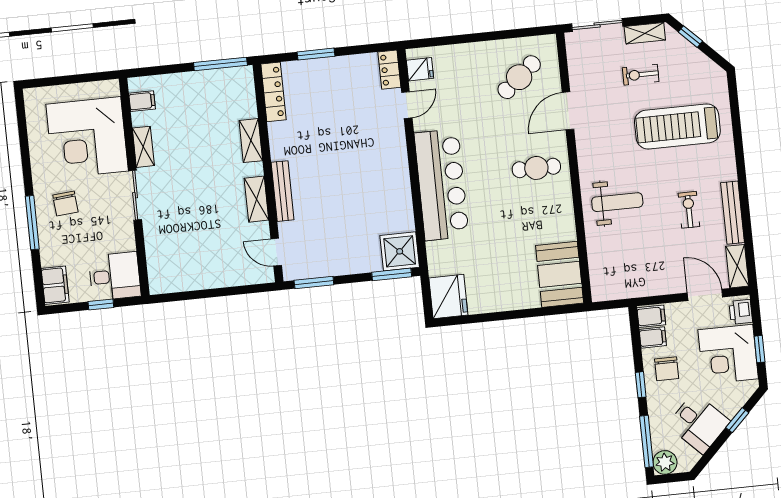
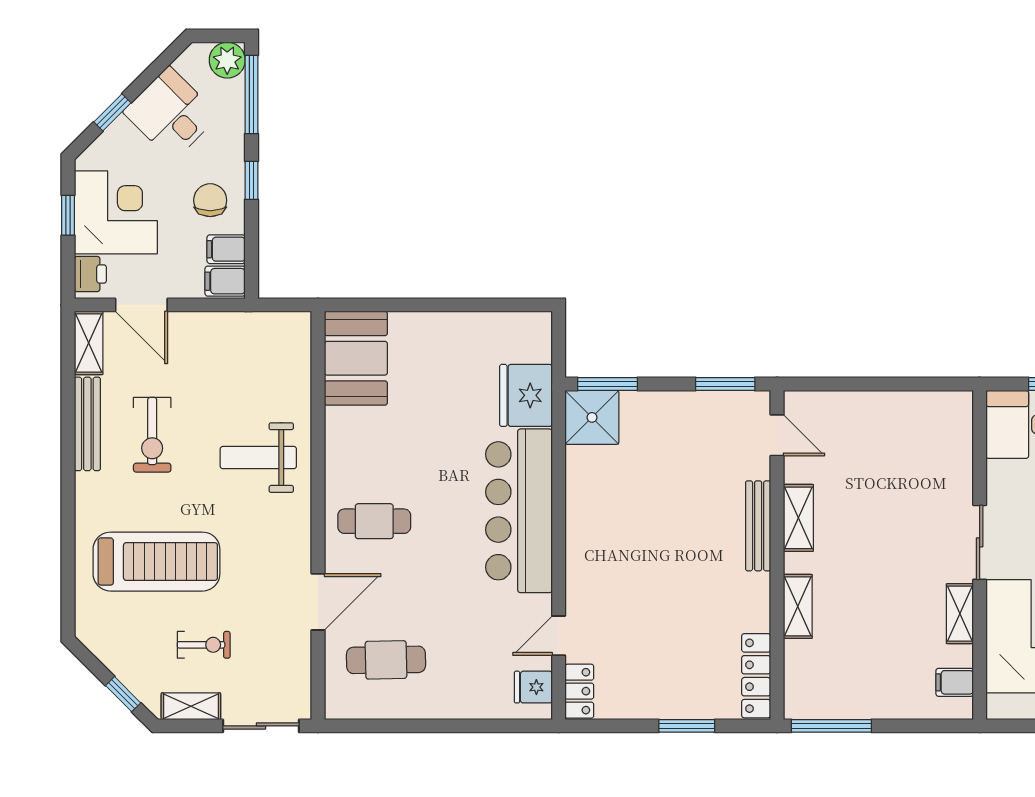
cafe table: (519, 77) -> (386, 660), turned 39
exercise bike: (689, 210) -> (152, 435), width x1.38, depth x1.39
fridge: (448, 296) -> (526, 395), moved

